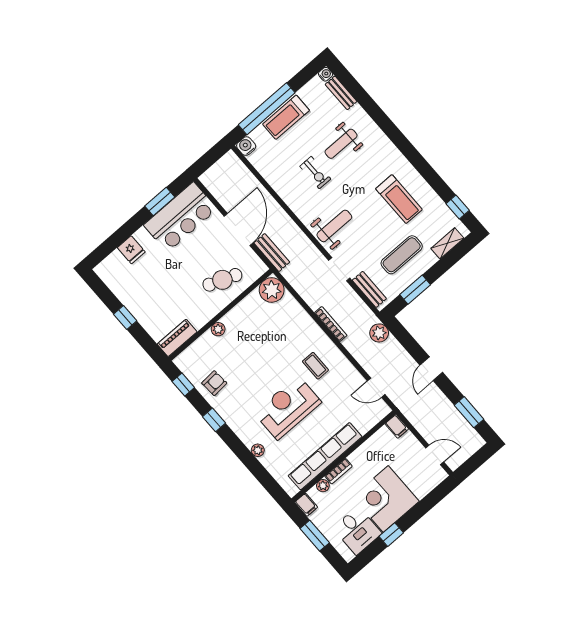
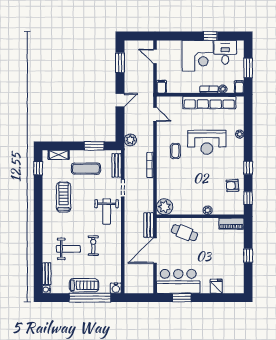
weight bench: (334, 226) -> (107, 211), turned -90

